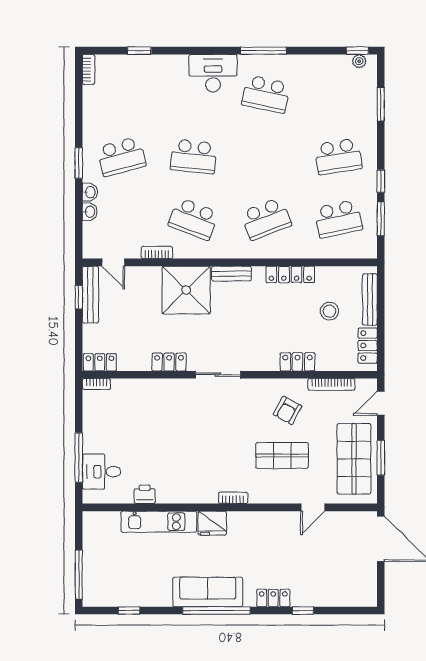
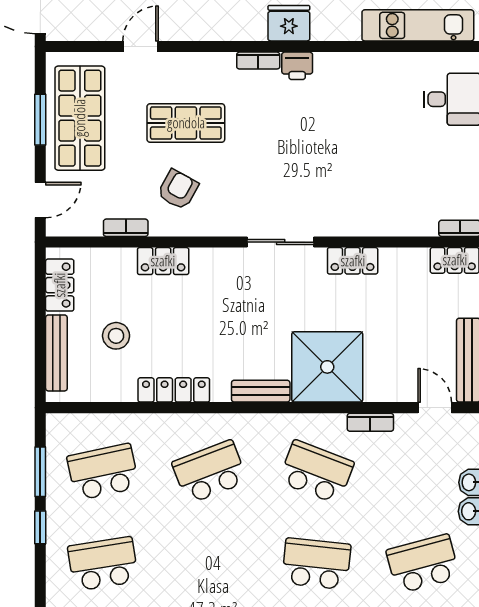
bookcase: (331, 384) -> (126, 228), width x0.64
printer: (145, 494) -> (297, 66), moved
kitchen unit: (159, 522) -> (418, 25), moved

